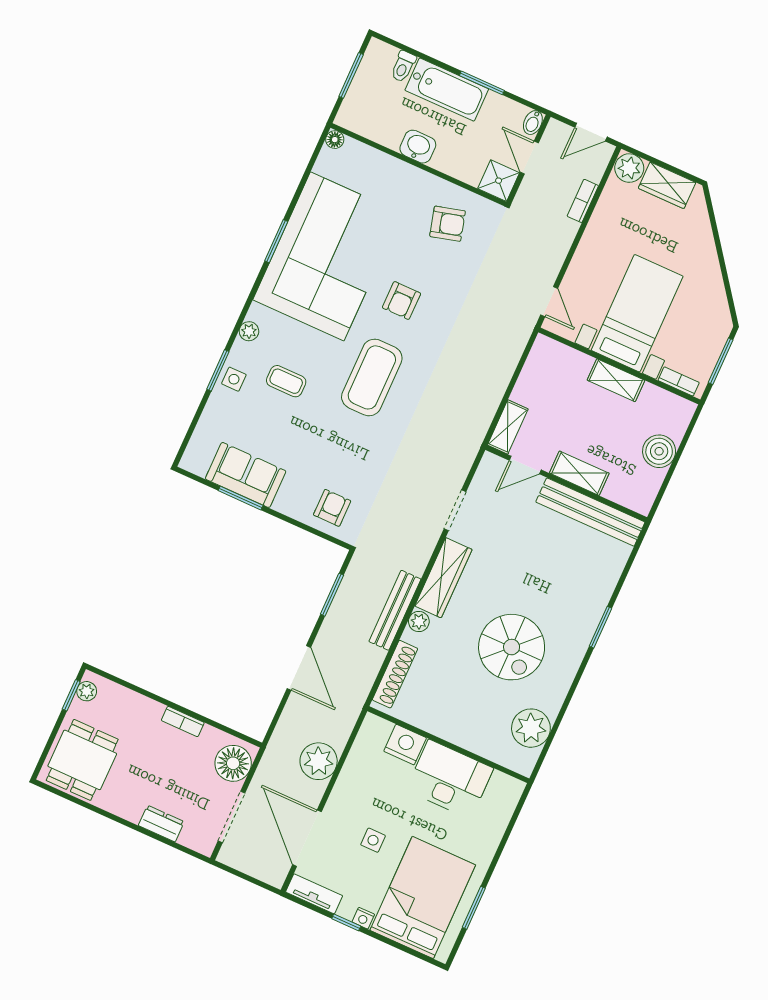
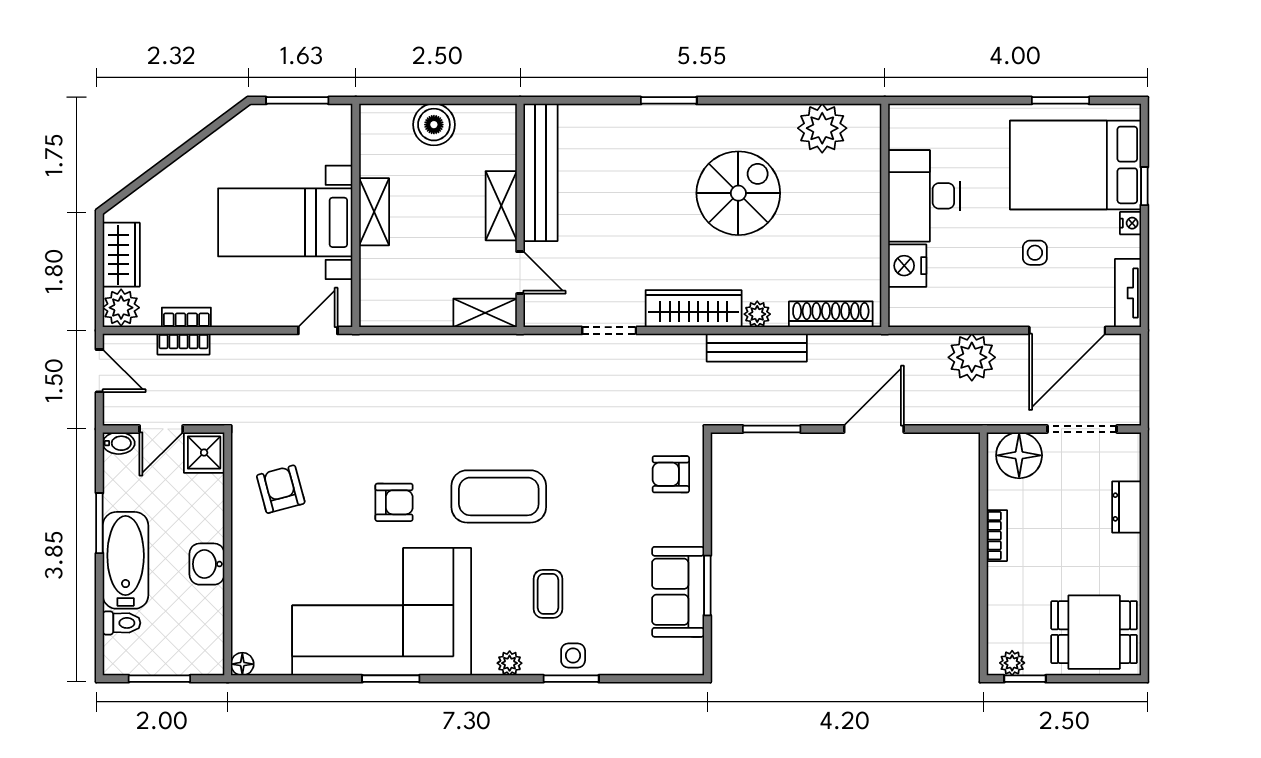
bookcase: (679, 381) -> (186, 317), moved, turned 90
window: (346, 922) -> (1144, 186), moved

